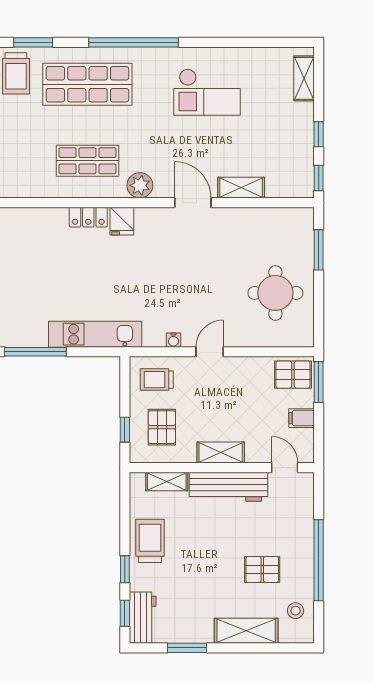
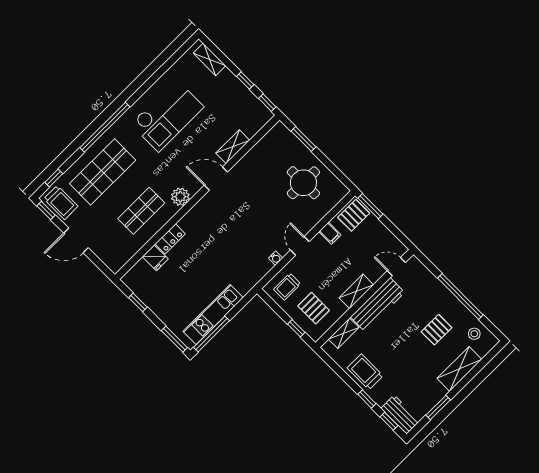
window: (33, 42) -> (54, 178), width x0.67
checkout: (207, 92) -> (167, 115), width x1.36, depth x1.21
fridge: (122, 221) -> (155, 258), moved
kitchen unit: (95, 334) -> (213, 314), moved
filing cabinet: (301, 418) -> (330, 233), moved, turned -90

